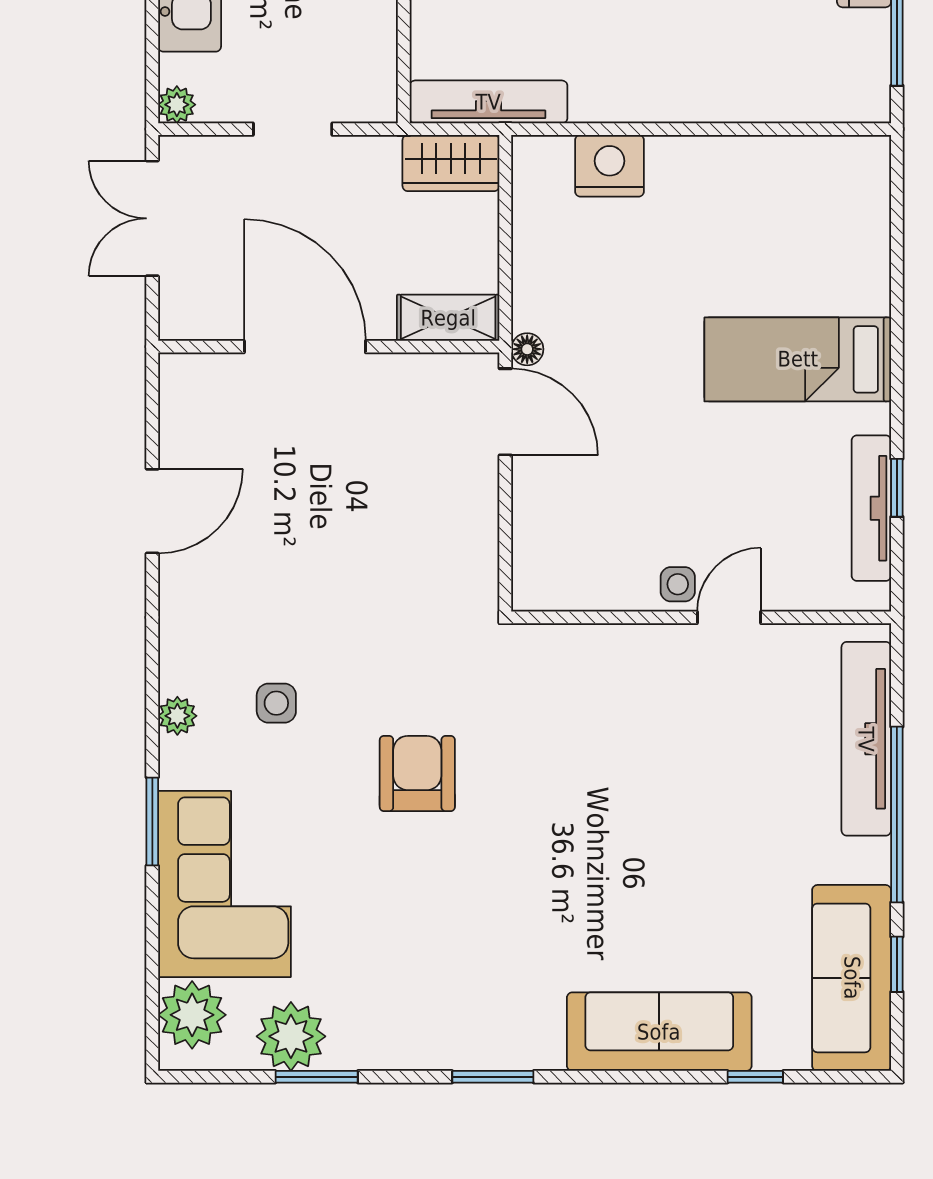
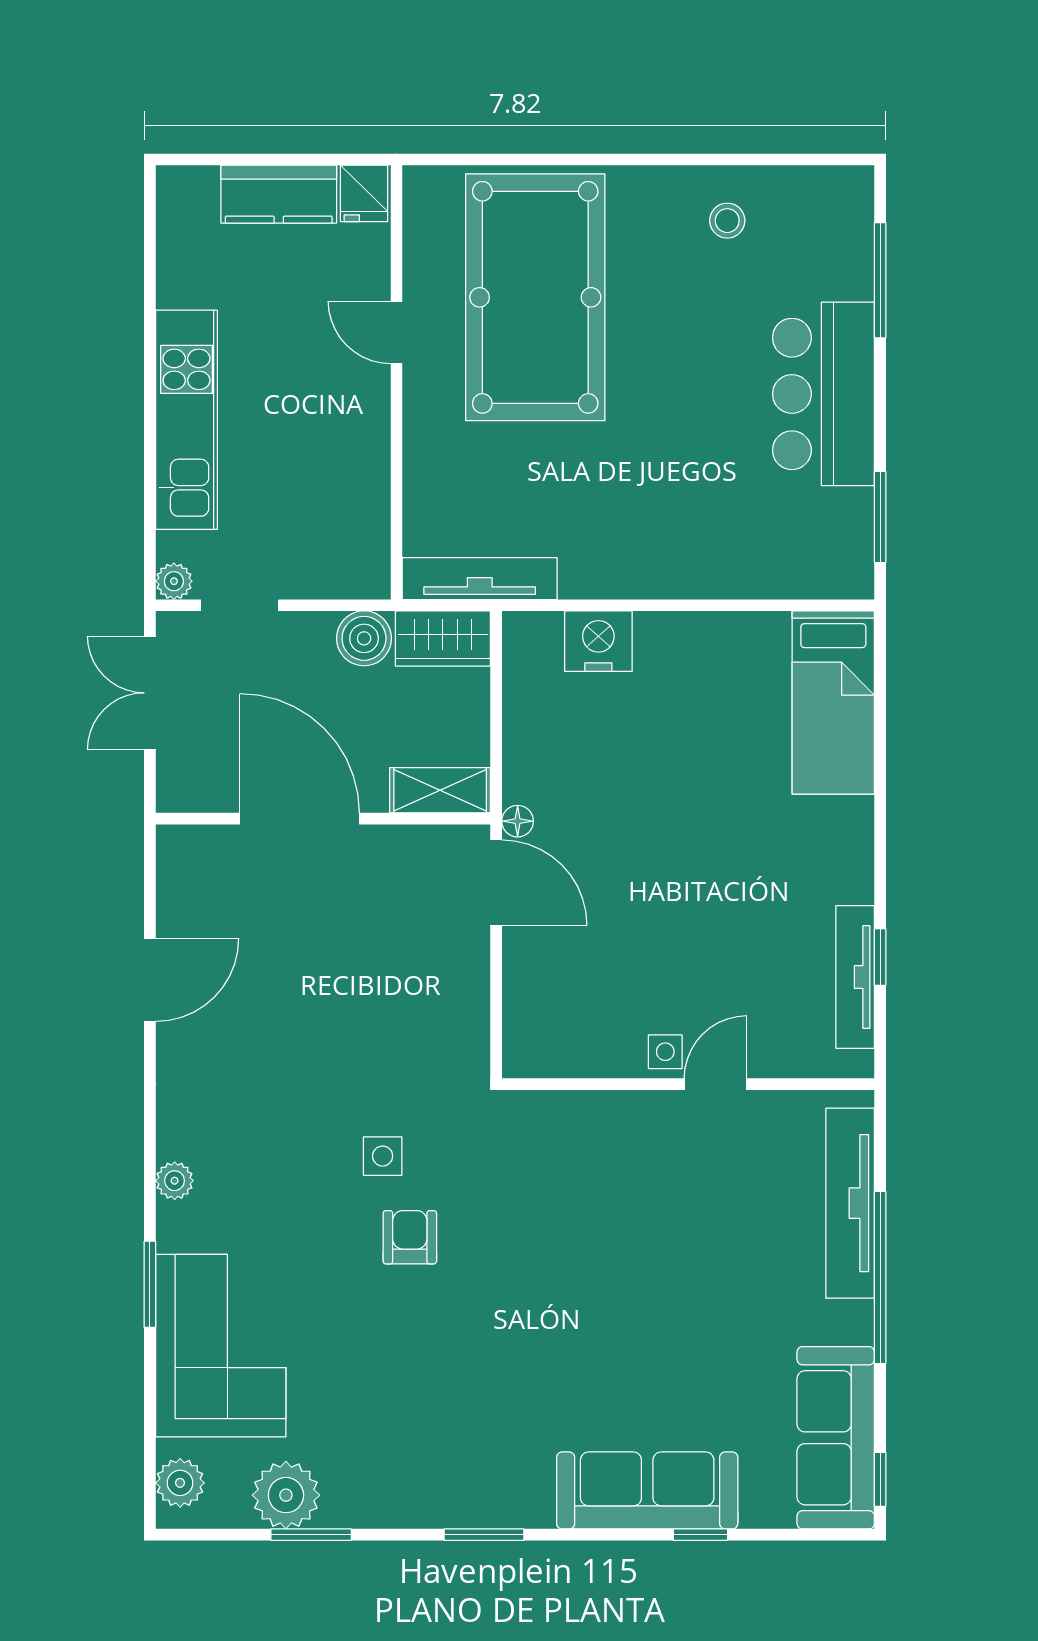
doorway: (293, 129) -> (240, 605), moved
boiler: (371, 163) -> (364, 638), added
bed: (798, 359) -> (833, 702), moved, turned -90
side table: (276, 703) -> (383, 1156), moved
armchair: (417, 773) -> (410, 1237), width x0.72, depth x0.72
window: (897, 964) -> (880, 1479), moved
plant: (192, 1015) -> (180, 1483), width x0.73, depth x0.73
window: (755, 1077) -> (701, 1535), moved

